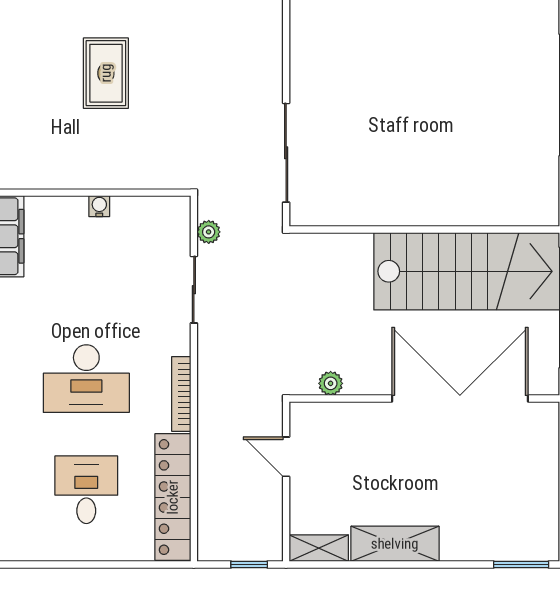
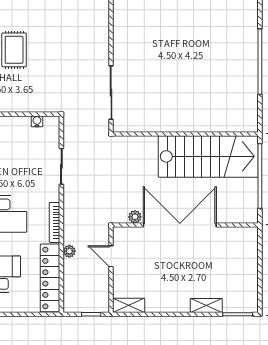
water cooler: (99, 206) -> (37, 121), moved
plant: (209, 232) -> (69, 251), moved
double door: (460, 399) -> (180, 225), moved
shelving: (395, 544) -> (206, 305), moved, width x0.67, depth x0.75

